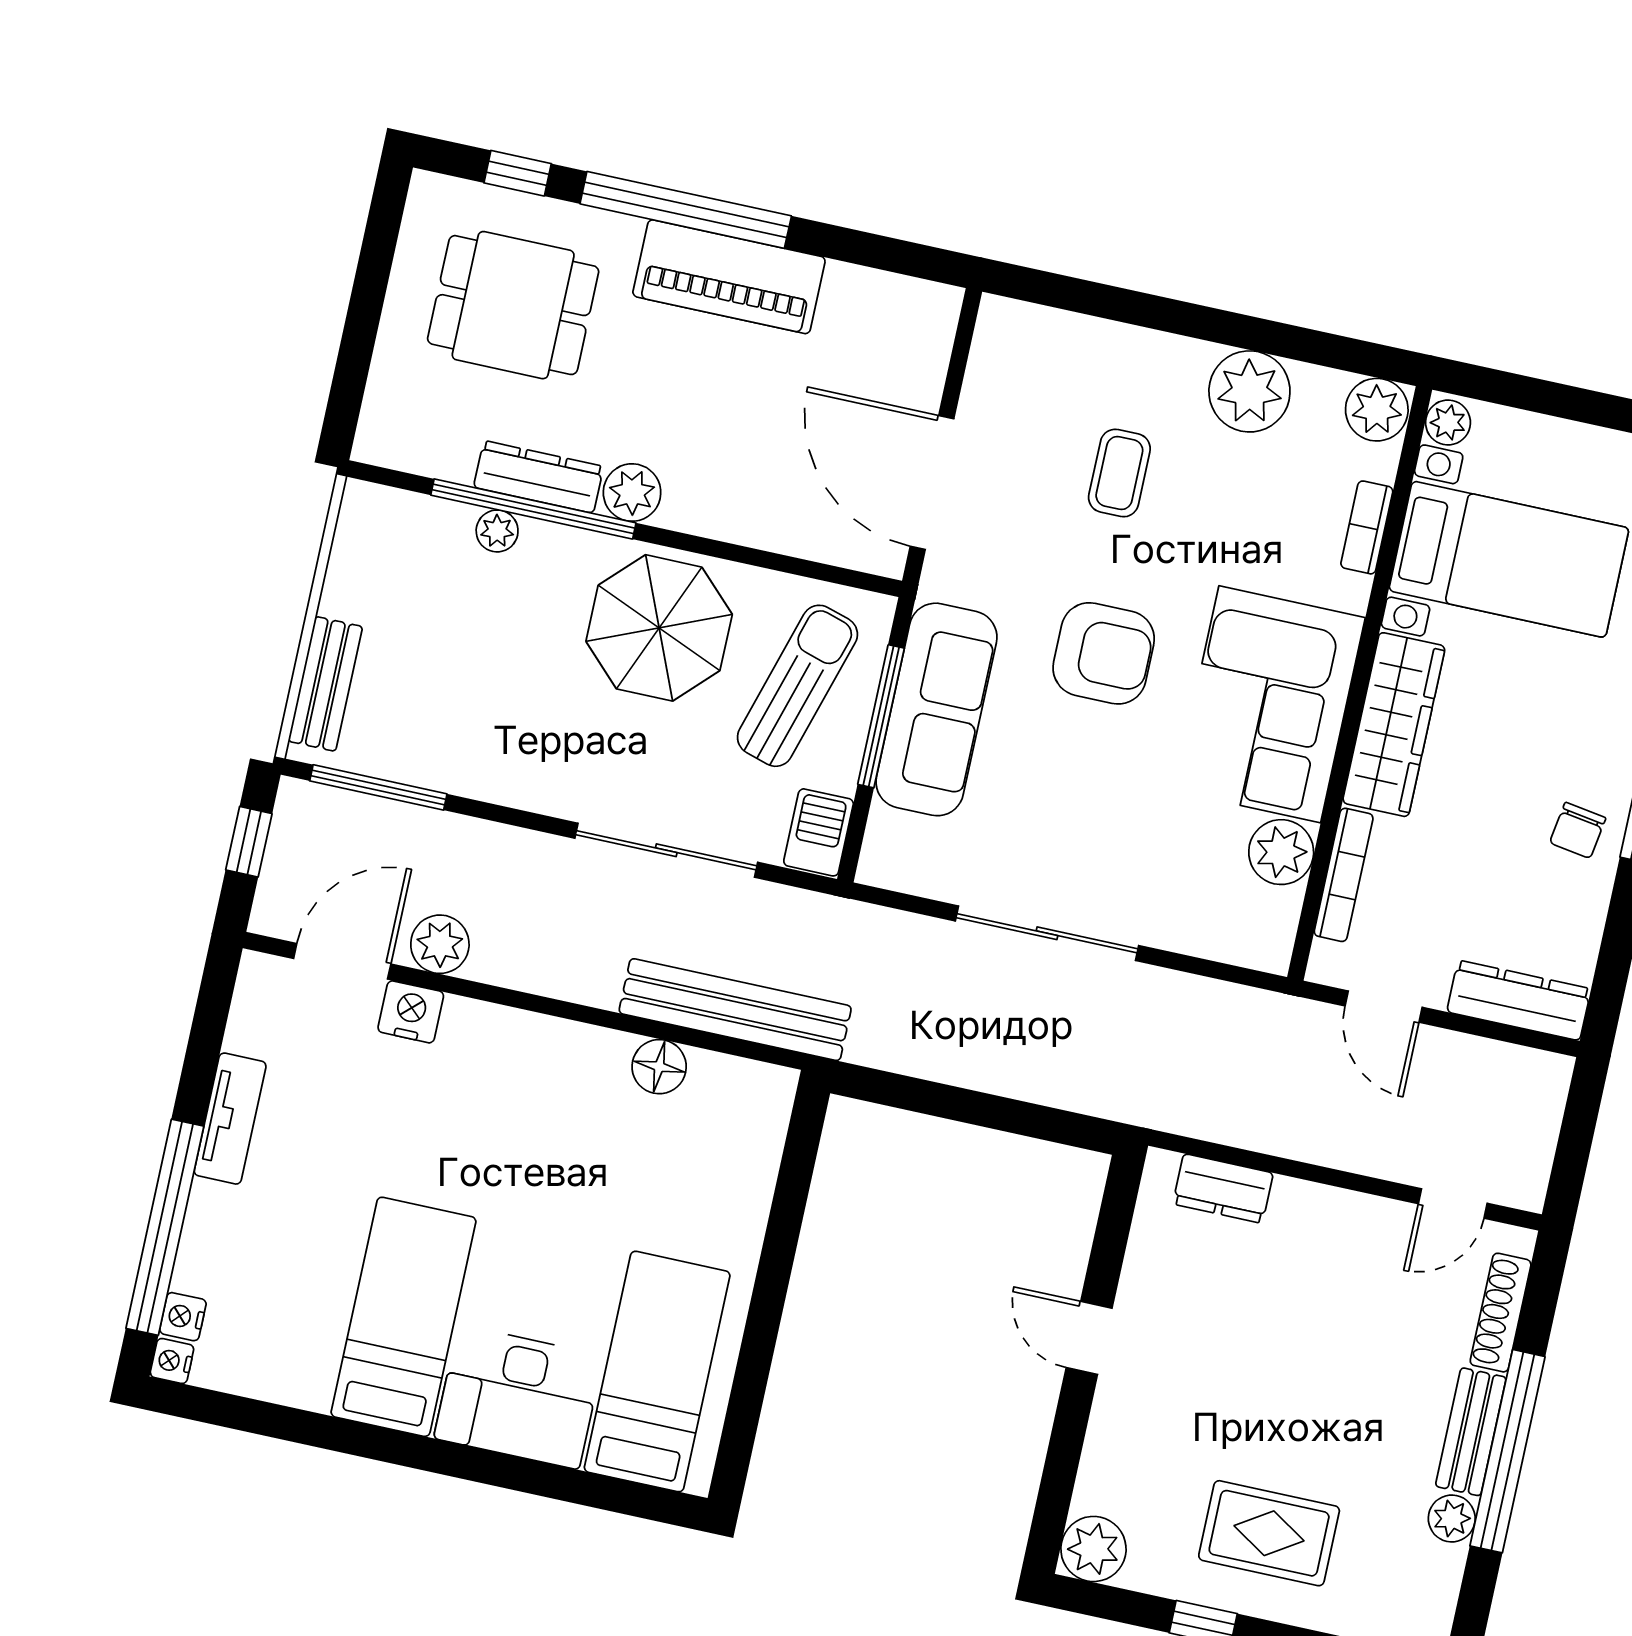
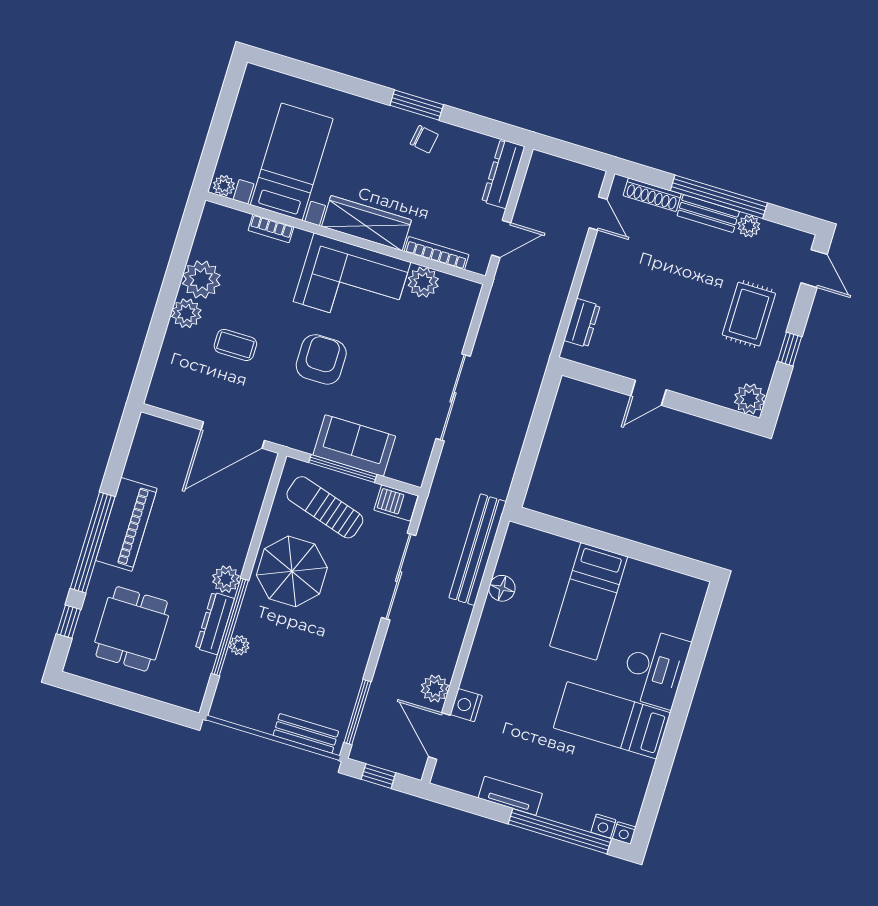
plant: (1377, 410) -> (186, 313), moved
sofa: (936, 709) -> (354, 446), width x0.73
bed: (657, 1372) -> (589, 601), moved, turned -90

